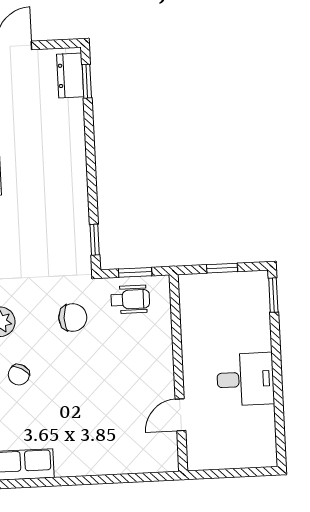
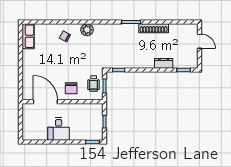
dresser: (70, 75) -> (164, 63), moved
chair: (73, 318) -> (71, 88), moved
door: (180, 415) -> (45, 102), width x1.88

